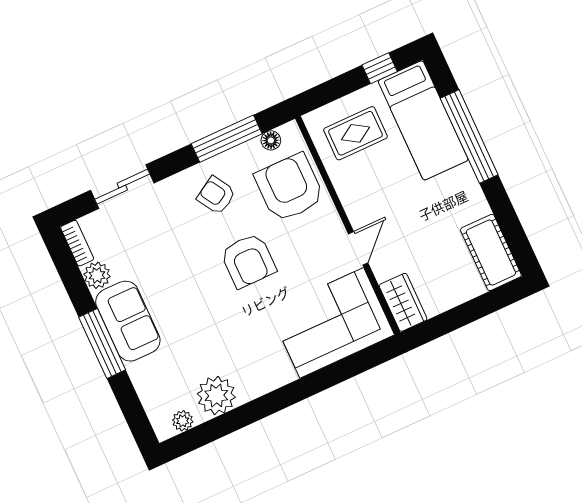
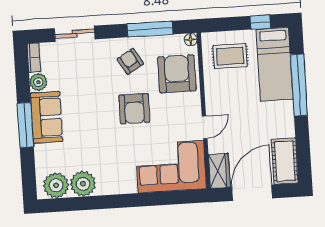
floor lamp: (271, 140) -> (191, 40), moved
door: (462, 315) -> (252, 193), added
plant: (183, 421) -> (56, 185), width x1.88, depth x1.88

